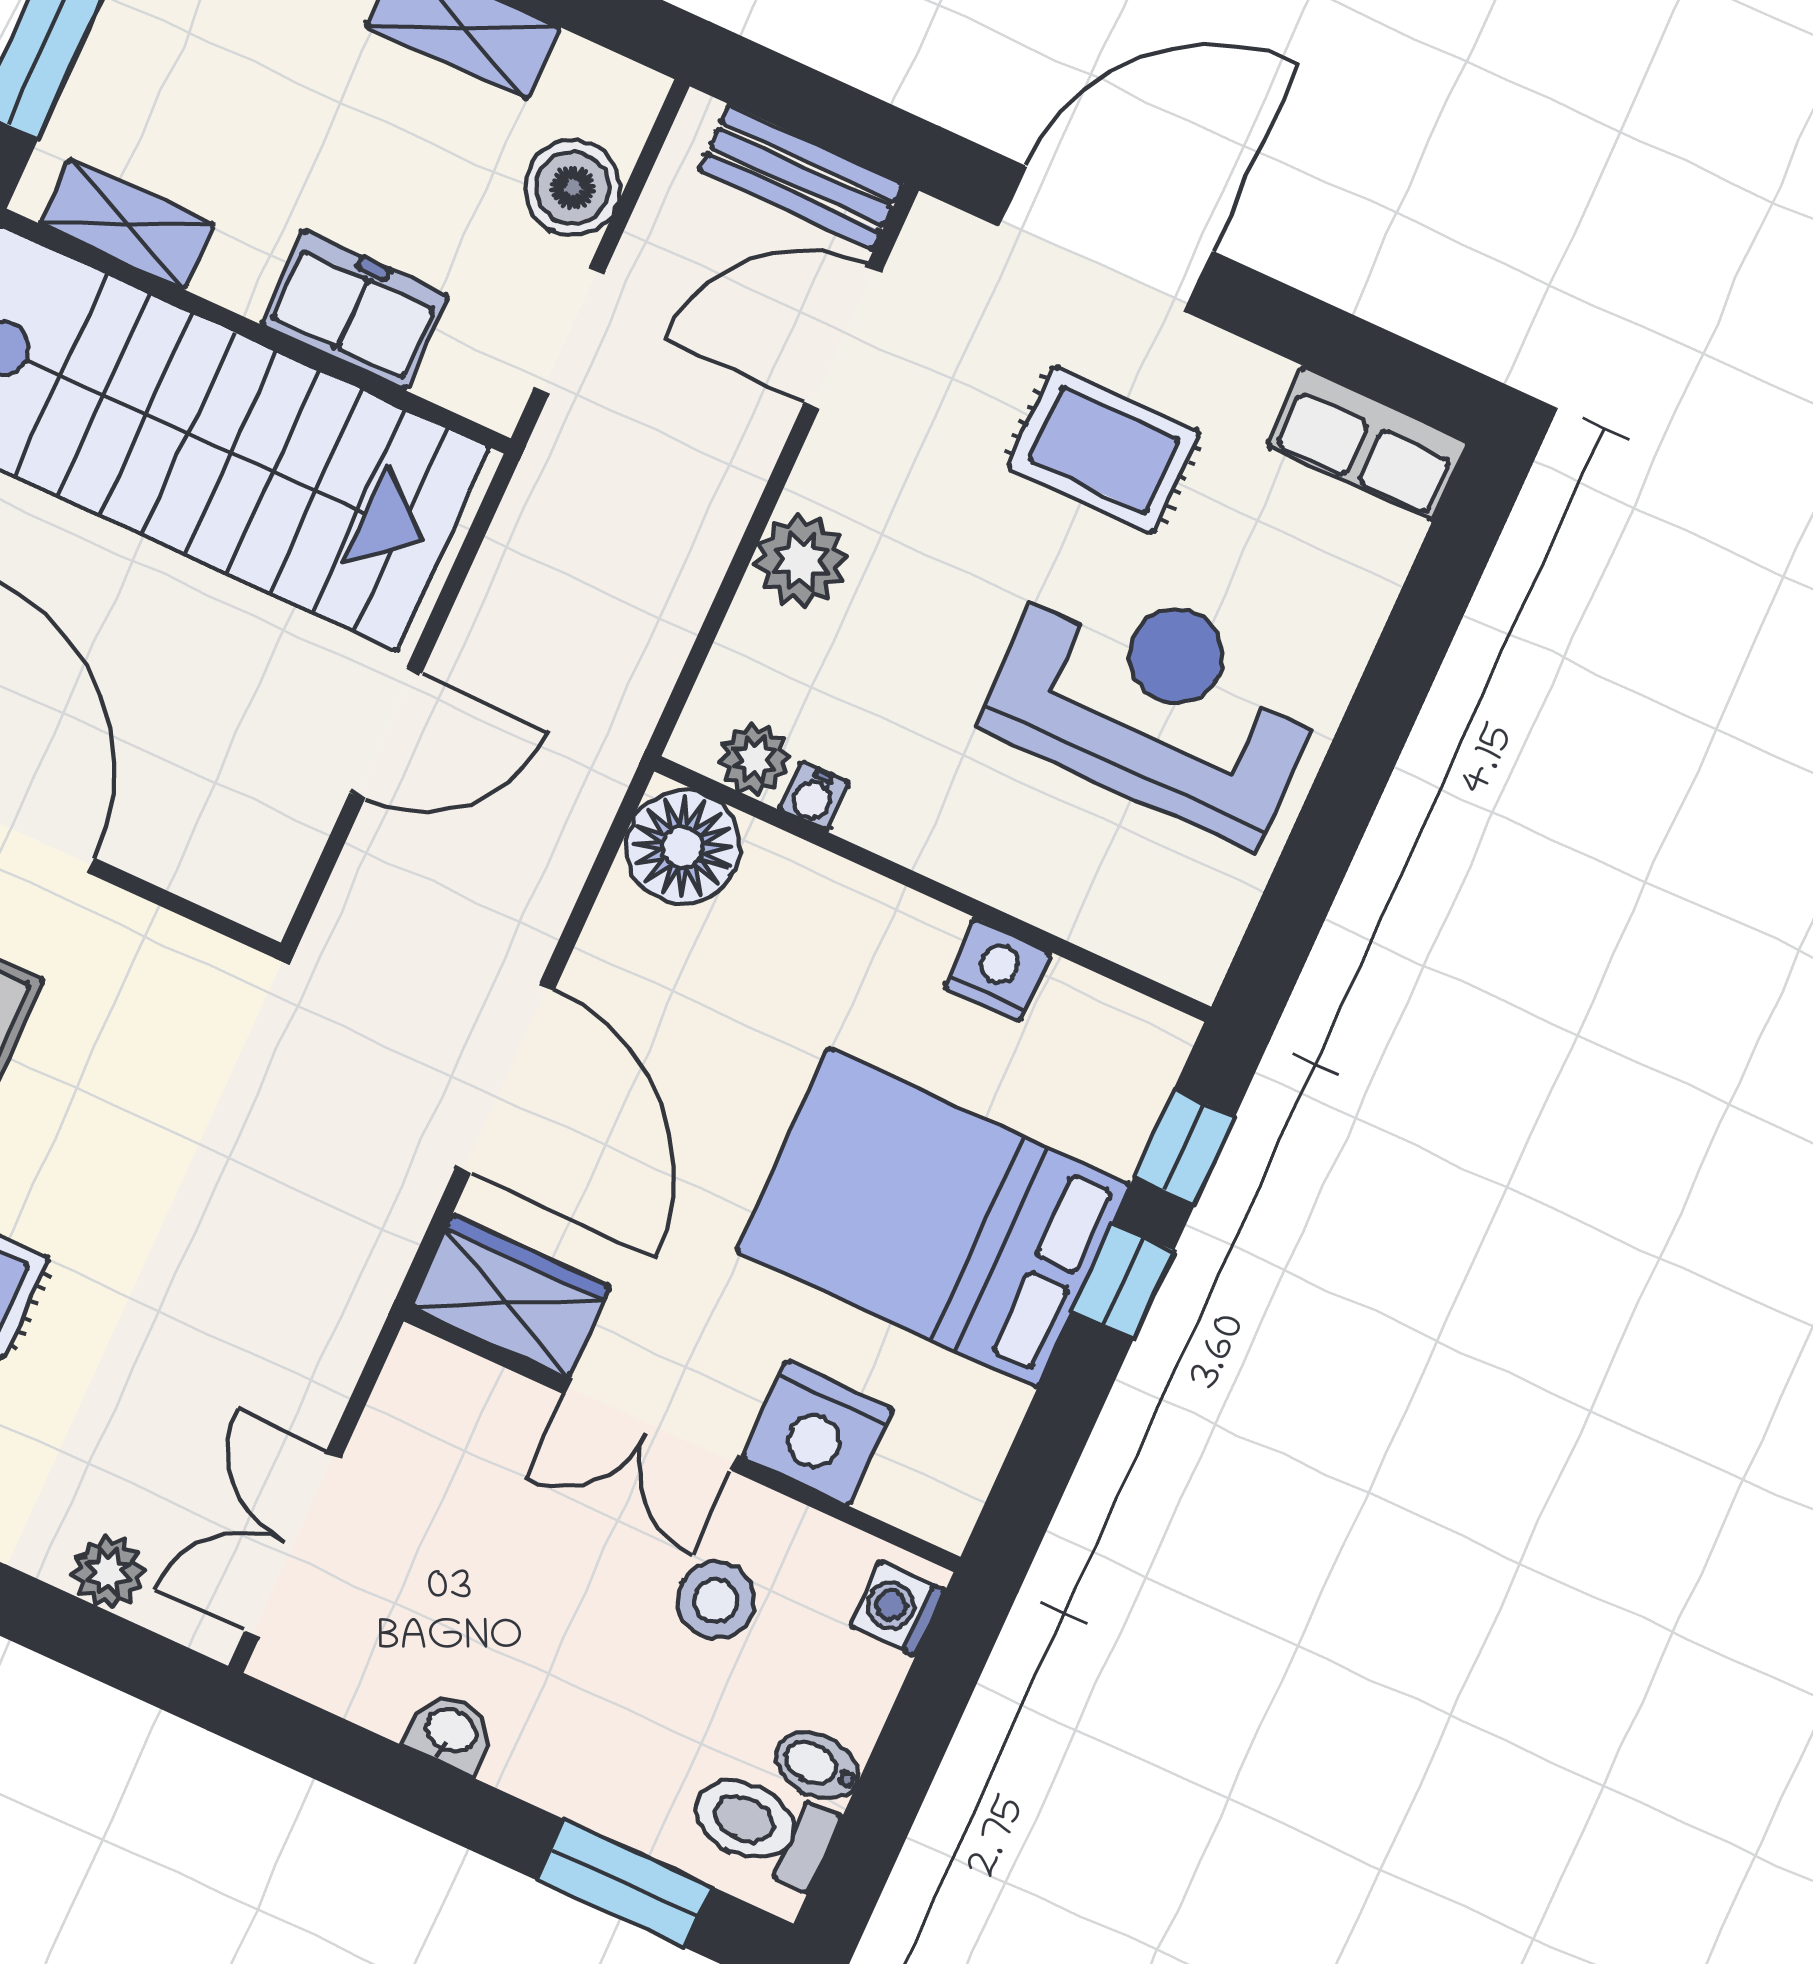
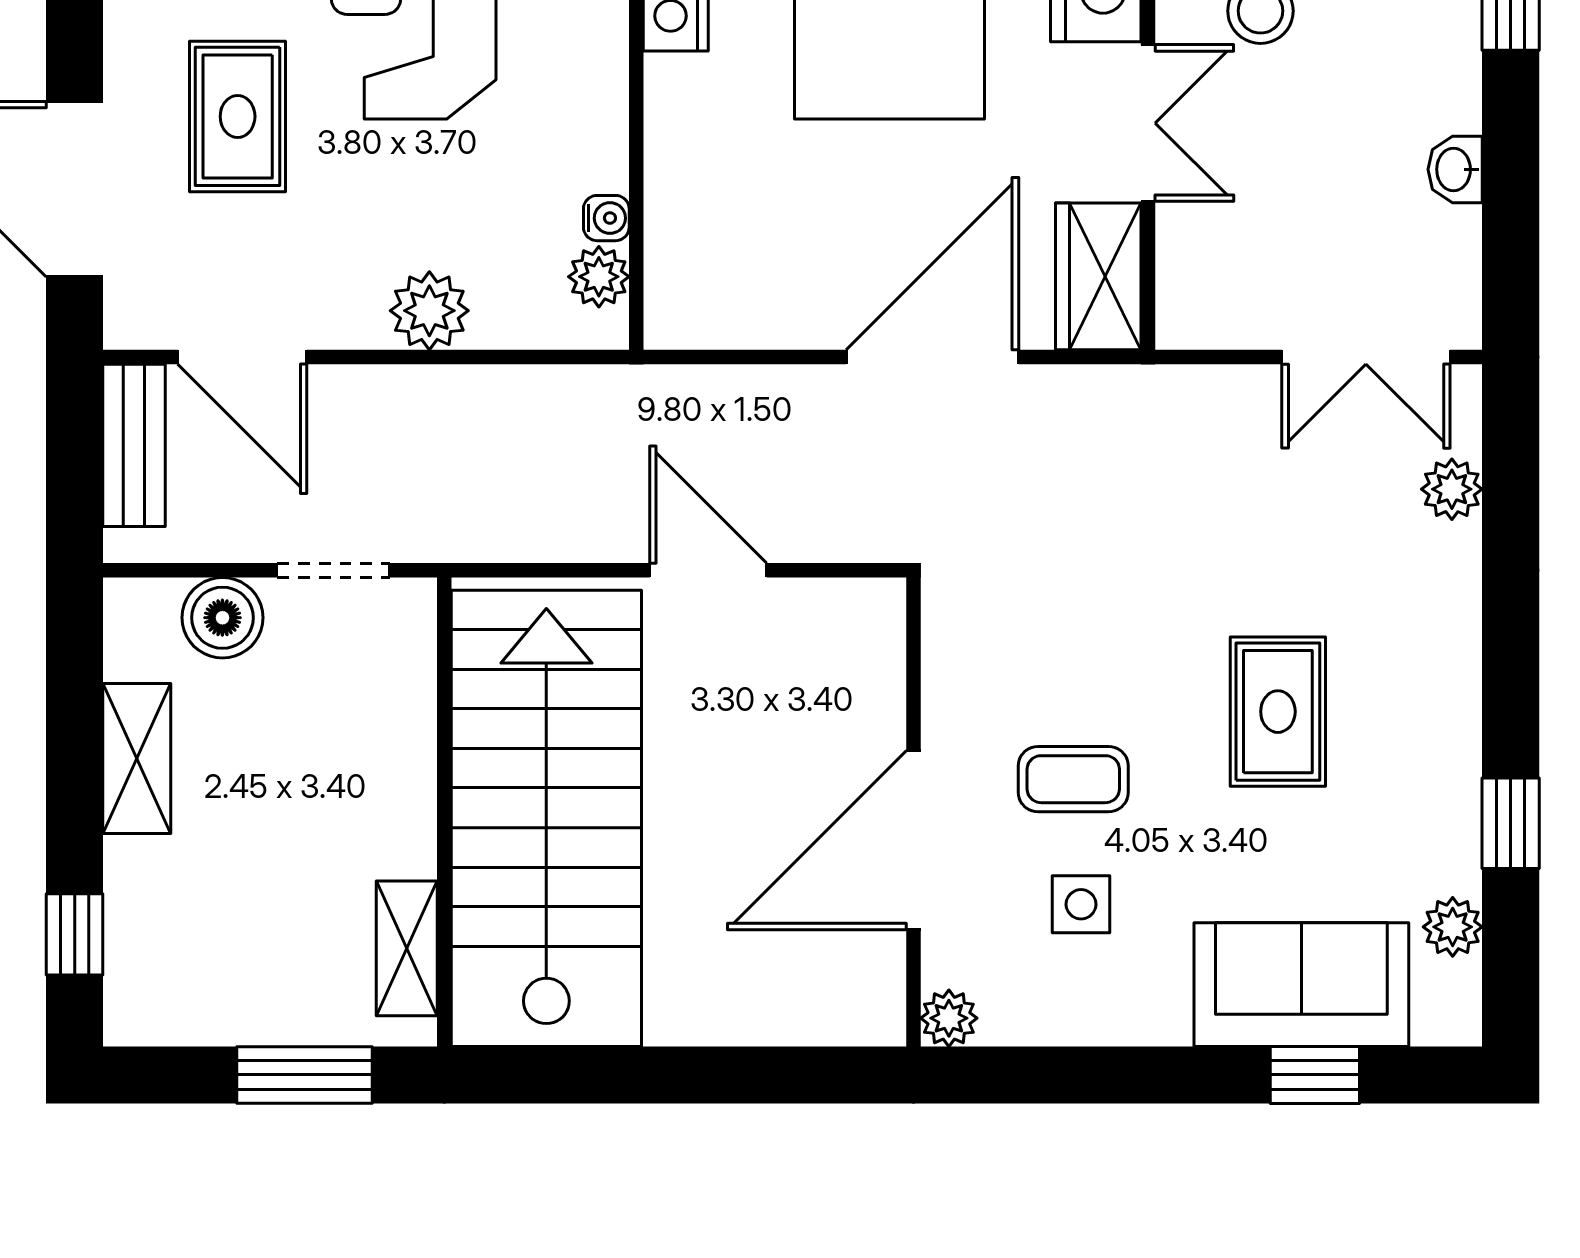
freezer: (355, 310) -> (393, 743), removed
floor lamp: (683, 847) -> (692, 301), removed

